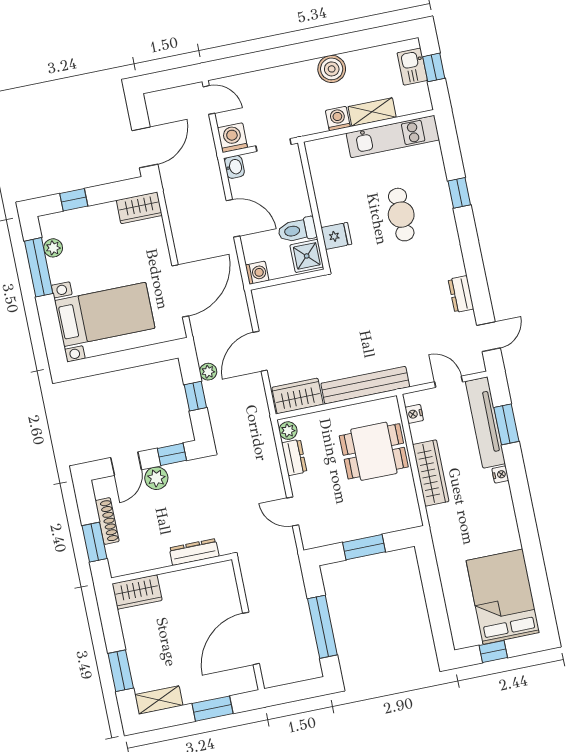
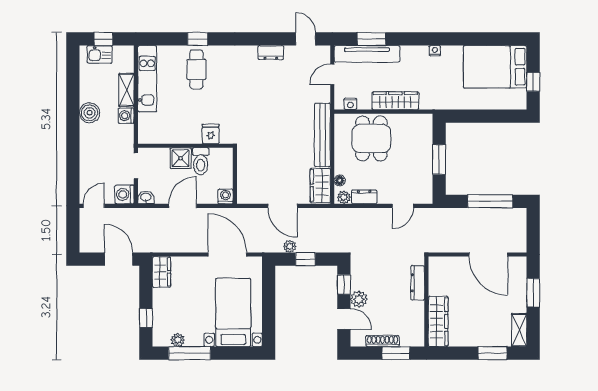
cafe table: (401, 215) -> (196, 69), moved, turned 90
shower: (307, 256) -> (181, 158), moved
floor lamp: (309, 420) -> (340, 180), added
nightstand: (500, 474) -> (435, 51), moved
wardrobe: (137, 592) -> (438, 321), width x1.50

